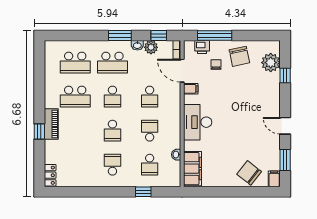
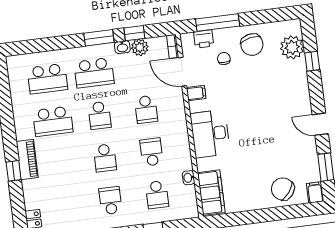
window: (159, 36) -> (134, 33), moved

